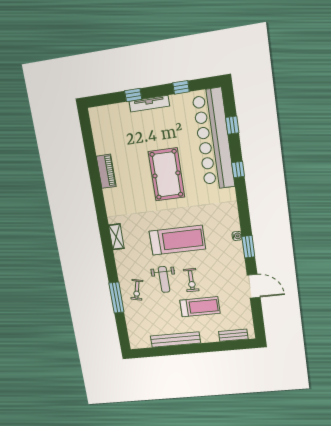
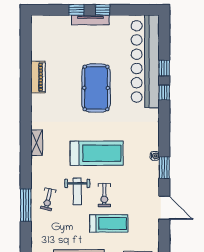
window: (181, 87) -> (103, 10), moved
window: (232, 125) -> (164, 68), moved

